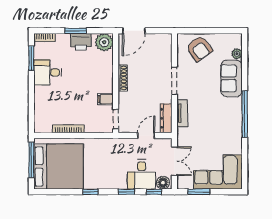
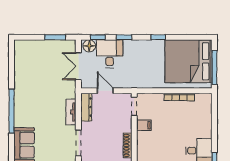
door: (146, 136) -> (105, 91), swing flipped
corner sofa: (218, 172) -> (37, 56), removed

